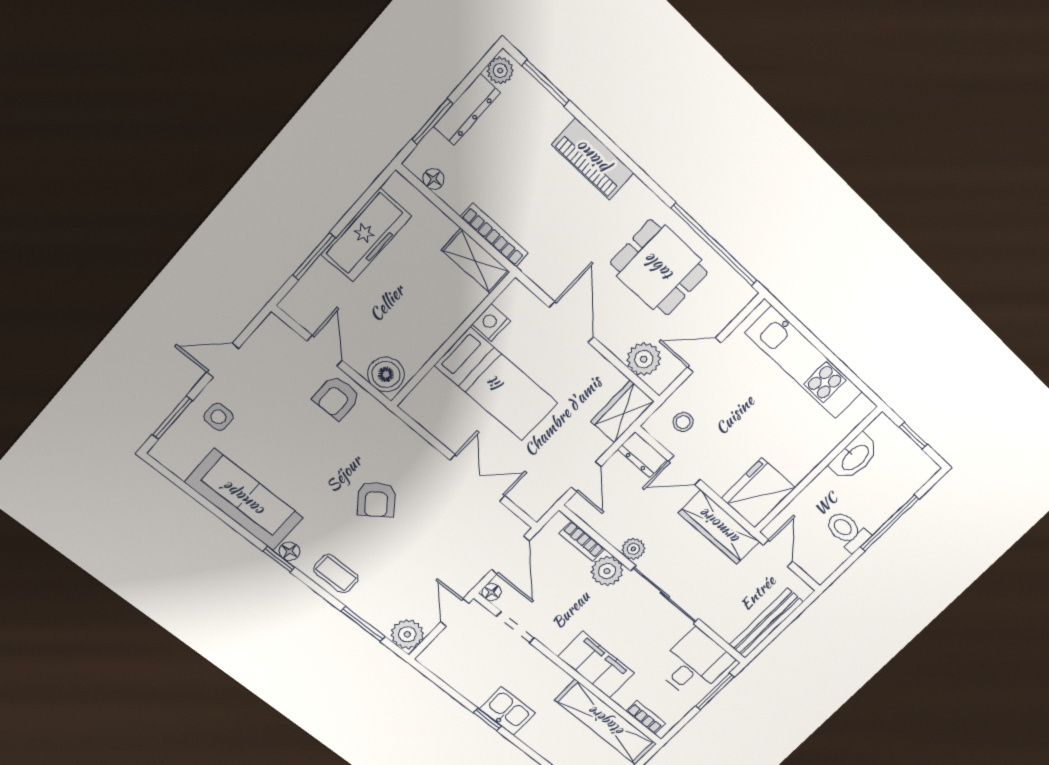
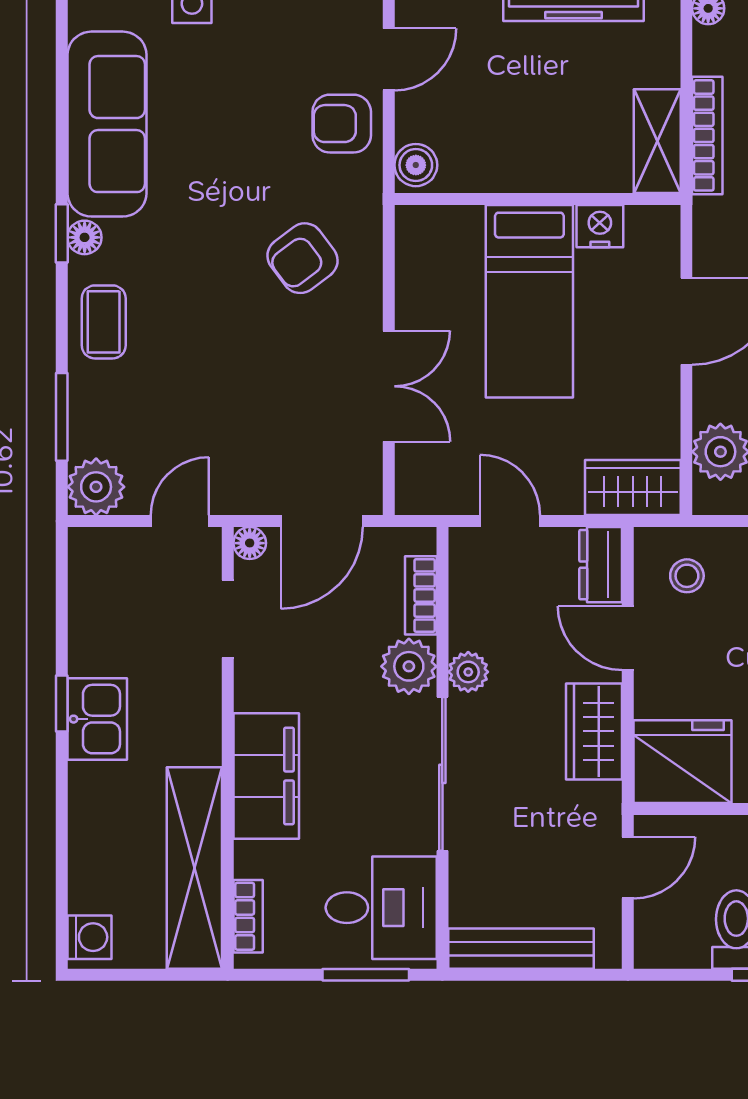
boiler: (386, 374) -> (416, 165), width x0.73, depth x0.73
door: (586, 477) -> (510, 521), swing flipped
armchair: (376, 499) -> (303, 258), moved
wardrobe: (719, 527) -> (594, 731), width x0.67

